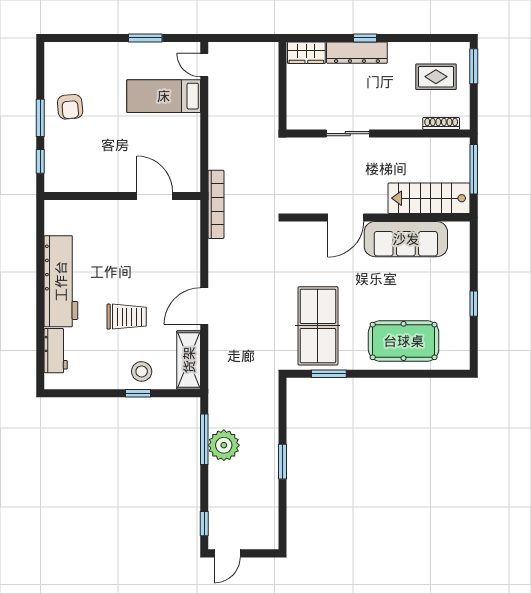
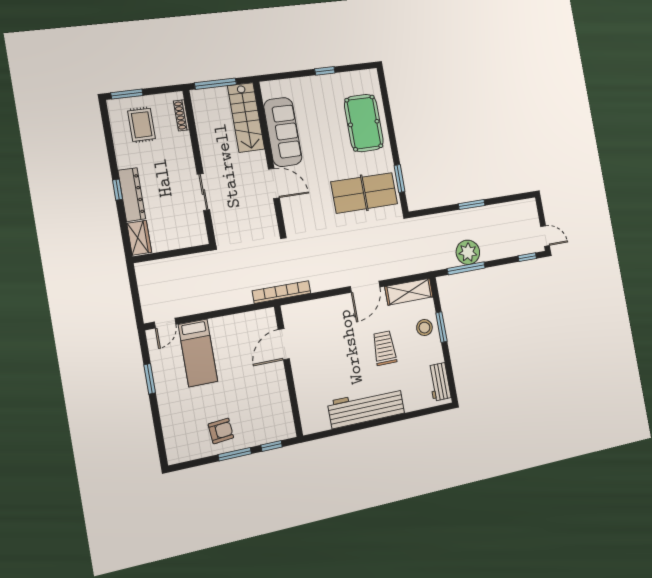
door: (204, 306) -> (365, 287), hinge flipped
workbench: (56, 351) -> (439, 382), moved, turned -90
window: (138, 393) -> (441, 327), width x1.50

